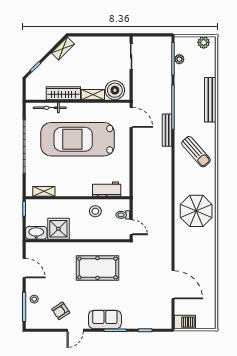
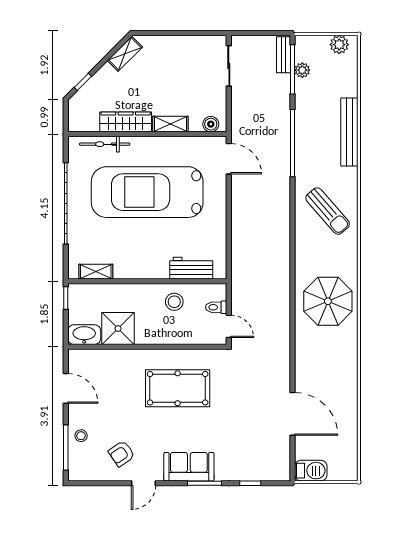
boiler: (115, 90) -> (211, 124), width x0.54, depth x0.54
bench: (167, 130) -> (284, 55), moved, width x0.73

